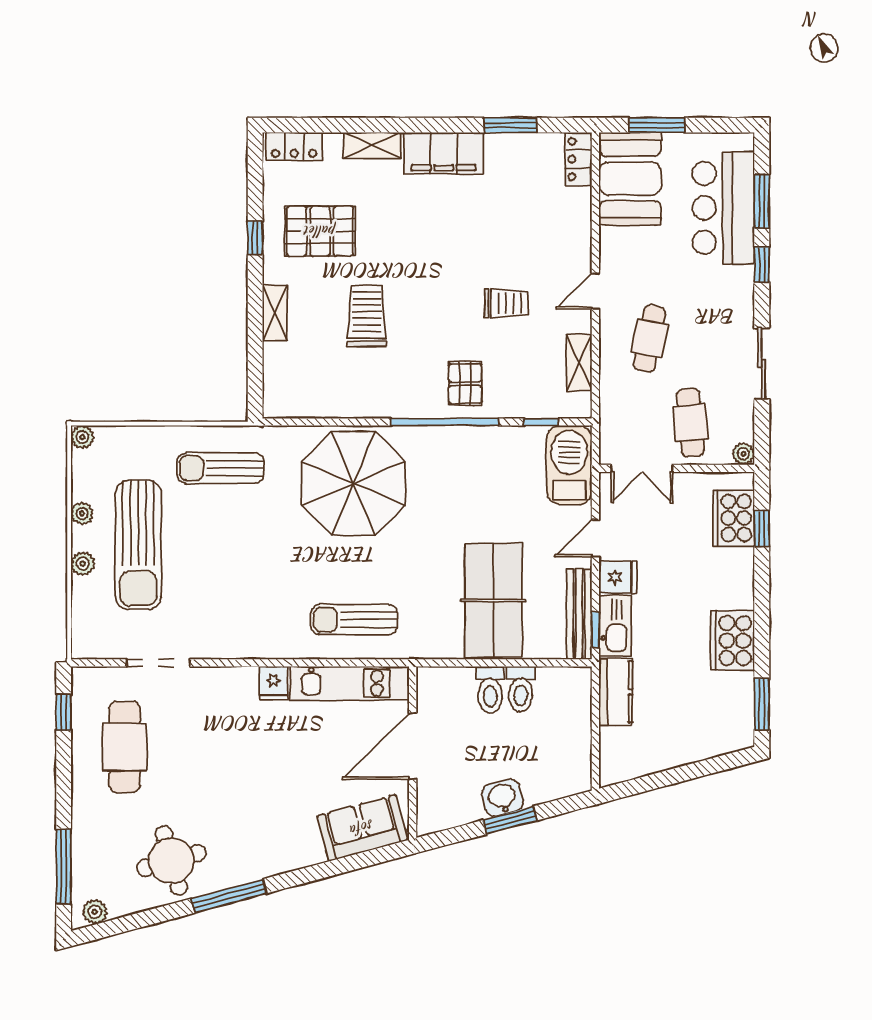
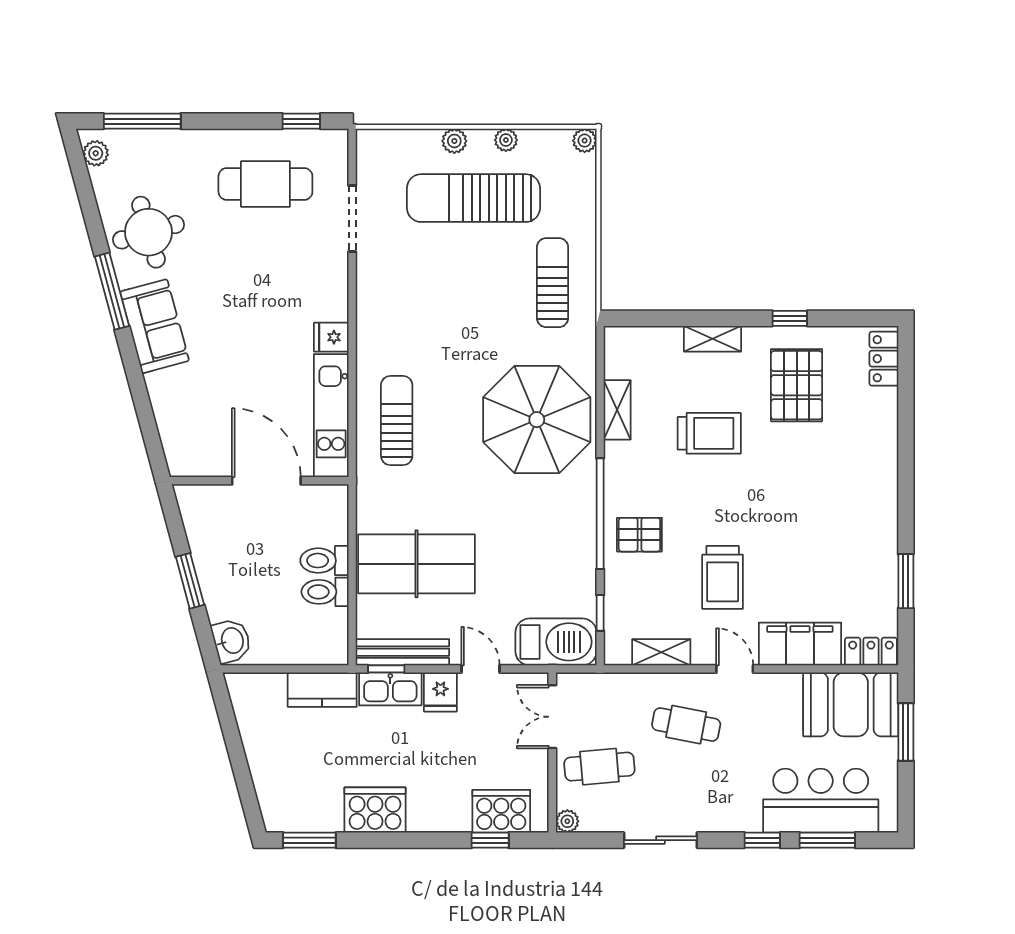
shelving: (372, 145) -> (617, 410), moved
filing cabinet: (444, 153) -> (800, 644), moved, turned 90
trolley: (507, 303) -> (723, 577), width x1.36, depth x1.39
washbasin: (502, 798) -> (231, 641), moved
sofa: (362, 828) -> (155, 326), moved

